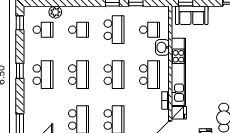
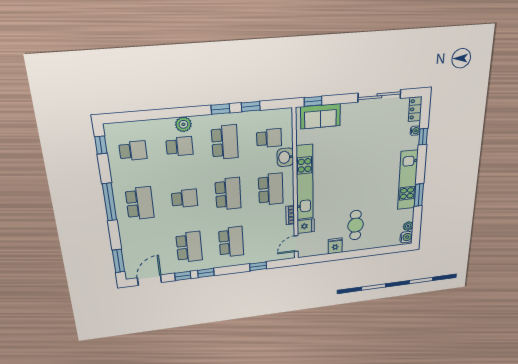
plant: (55, 12) -> (183, 124), moved
window: (20, 71) -> (110, 202), width x2.17
school desk: (79, 75) -> (184, 199), width x0.54

